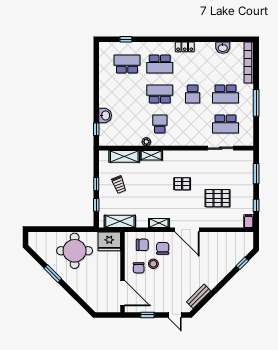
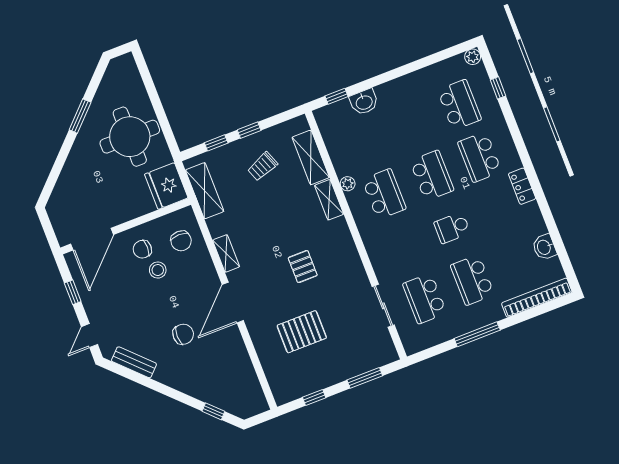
plant: (104, 47) -> (473, 57), added
school desk: (160, 124) -> (384, 194), width x1.85
pallet: (218, 198) -> (302, 332), turned 90
filing cabinet: (249, 221) -> (284, 395), removed
chair: (163, 248) -> (183, 334), moved

